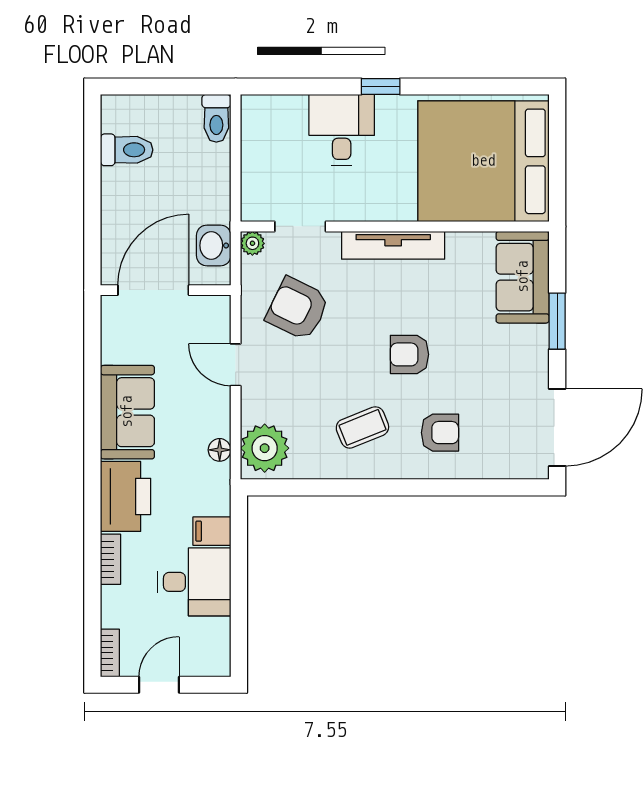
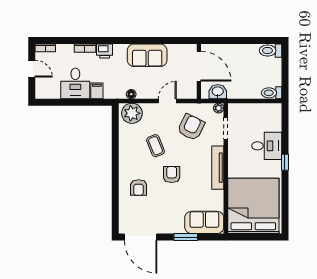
toilet: (127, 150) -> (271, 51), moved, turned 90
coffee table: (362, 427) -> (156, 146), moved
printer: (126, 496) -> (105, 51), width x0.53, depth x0.68

